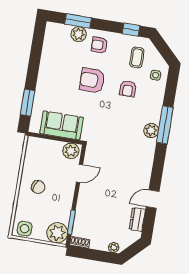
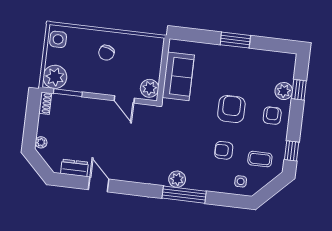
window: (78, 21) -> (299, 90), width x0.67
window: (28, 103) -> (235, 40), moved

